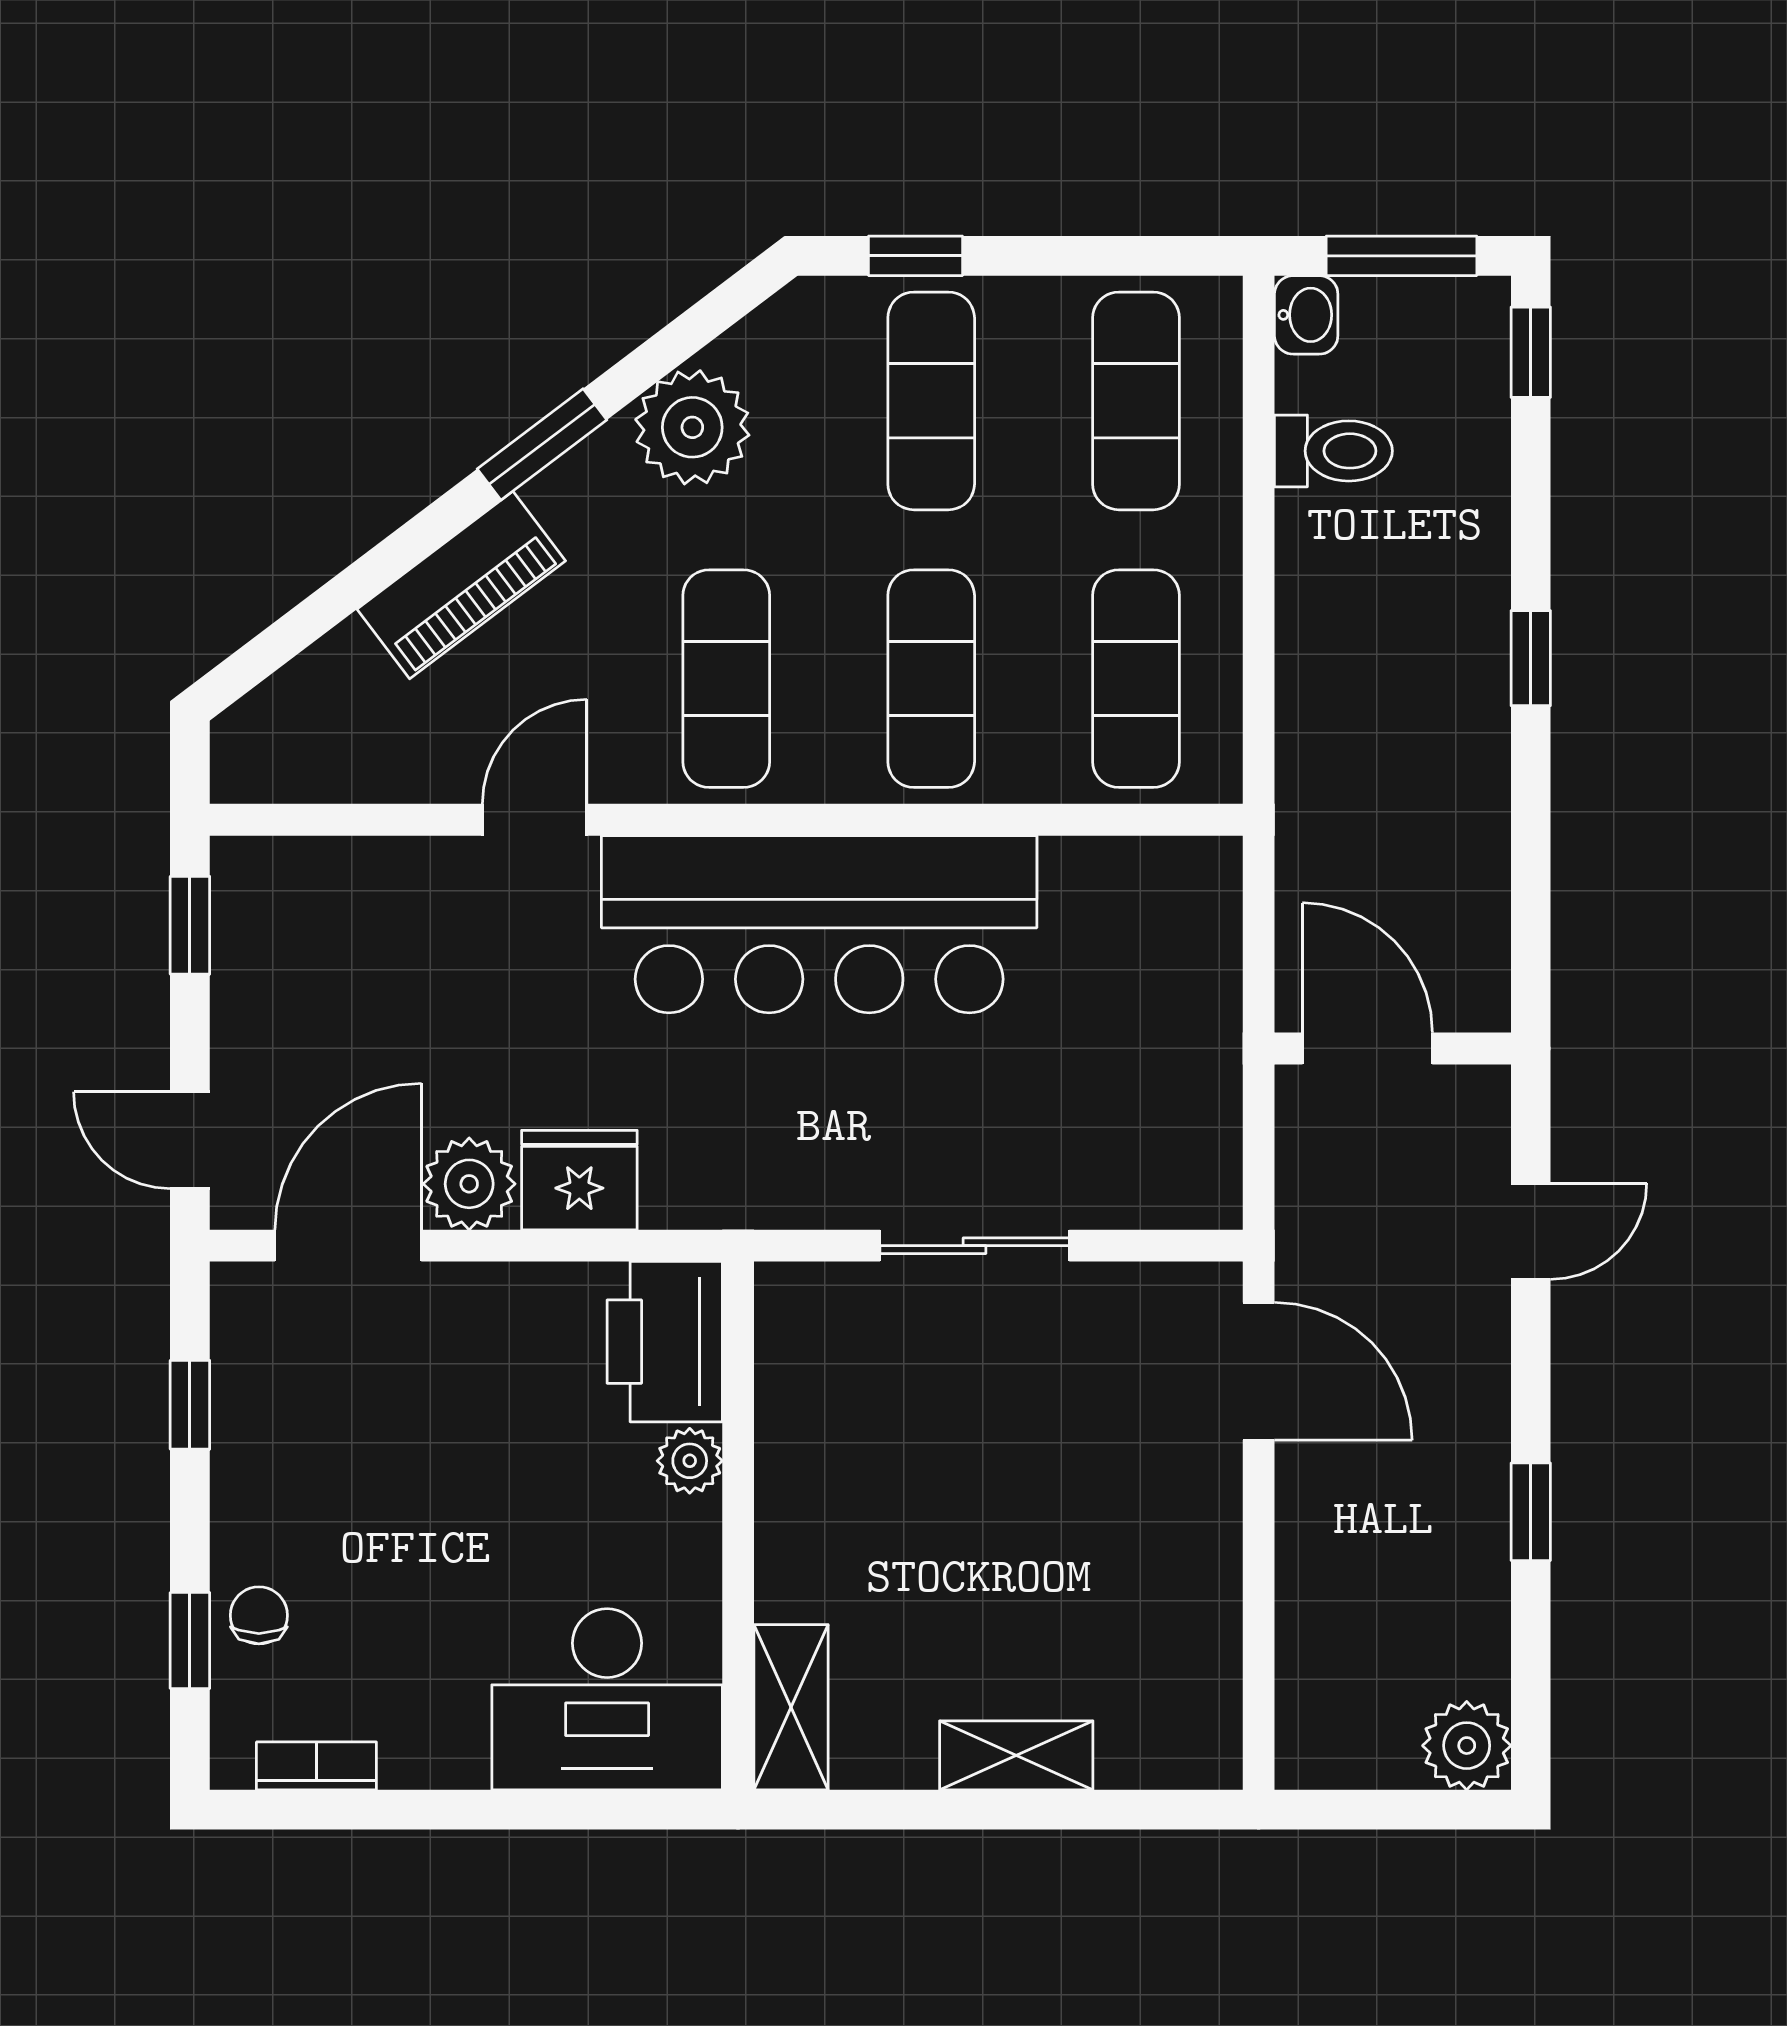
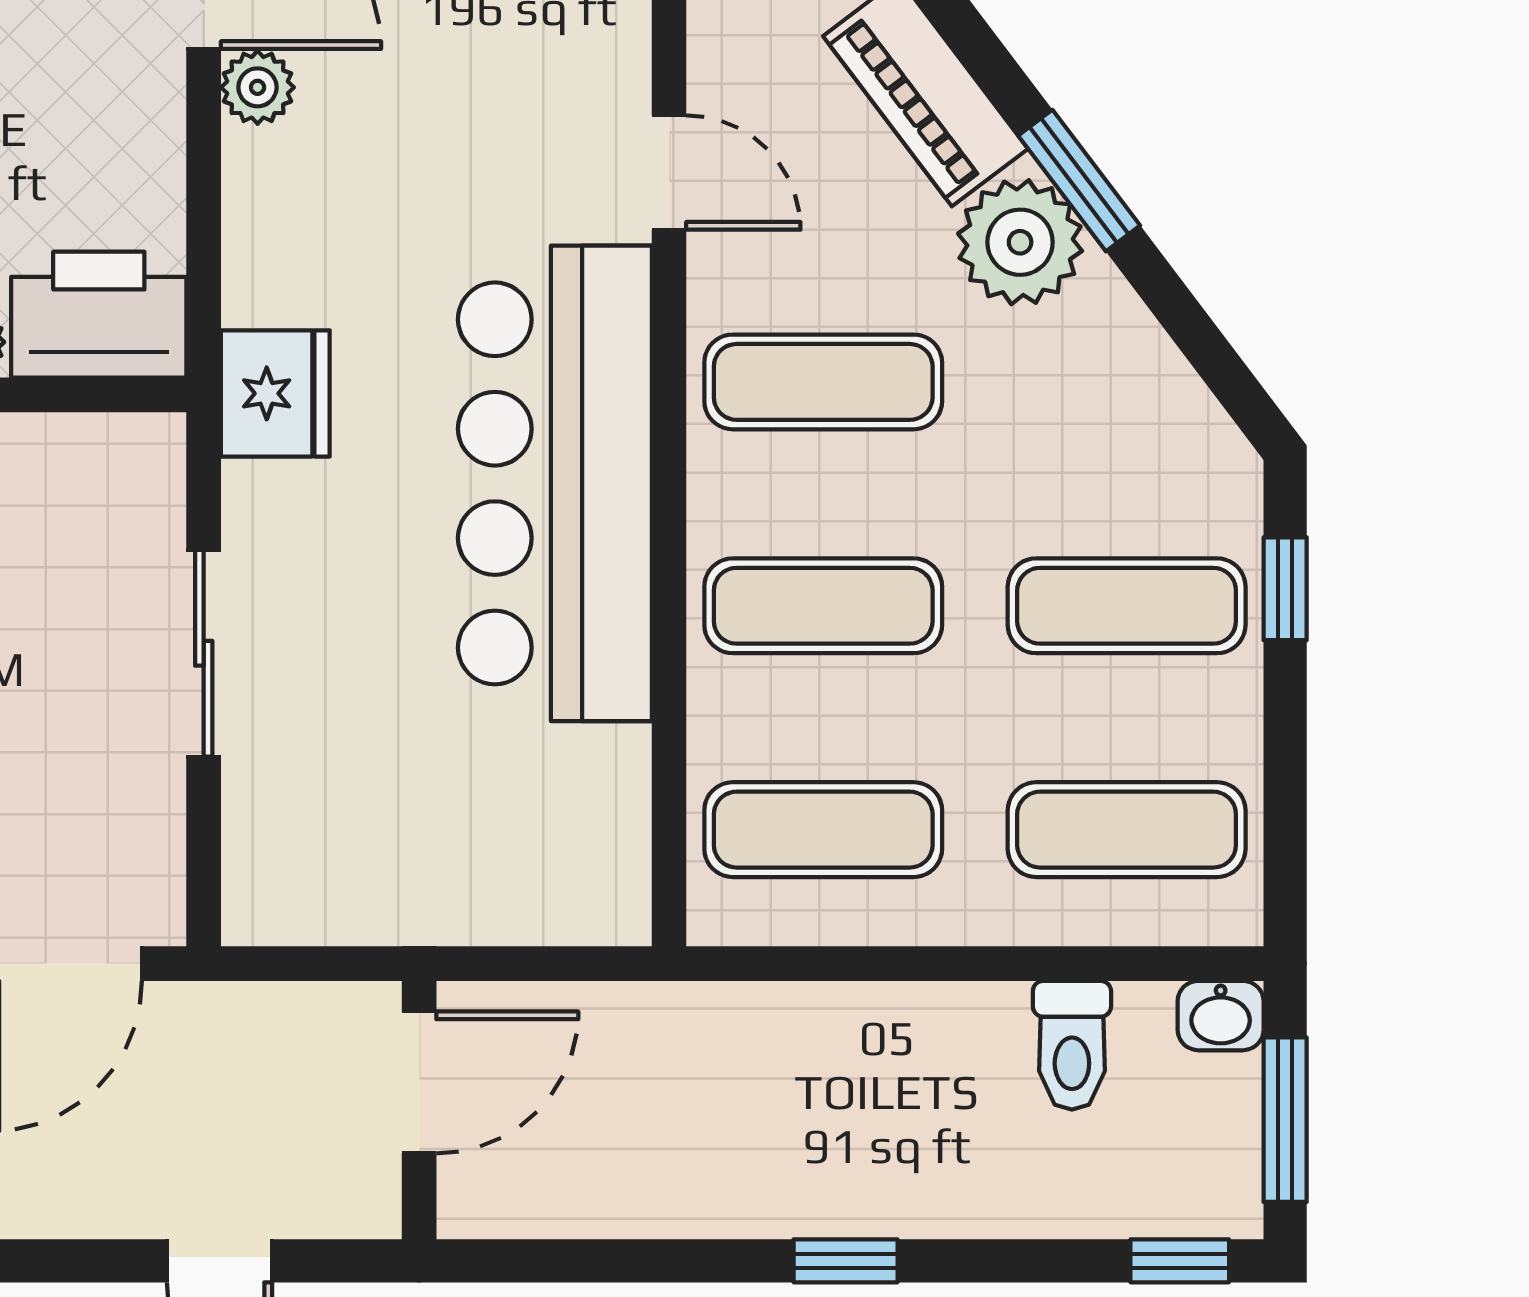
plant: (692, 427) -> (1020, 242), moved
fridge: (579, 1180) -> (275, 393), moved
plant: (469, 1184) -> (258, 87), width x0.73, depth x0.73

